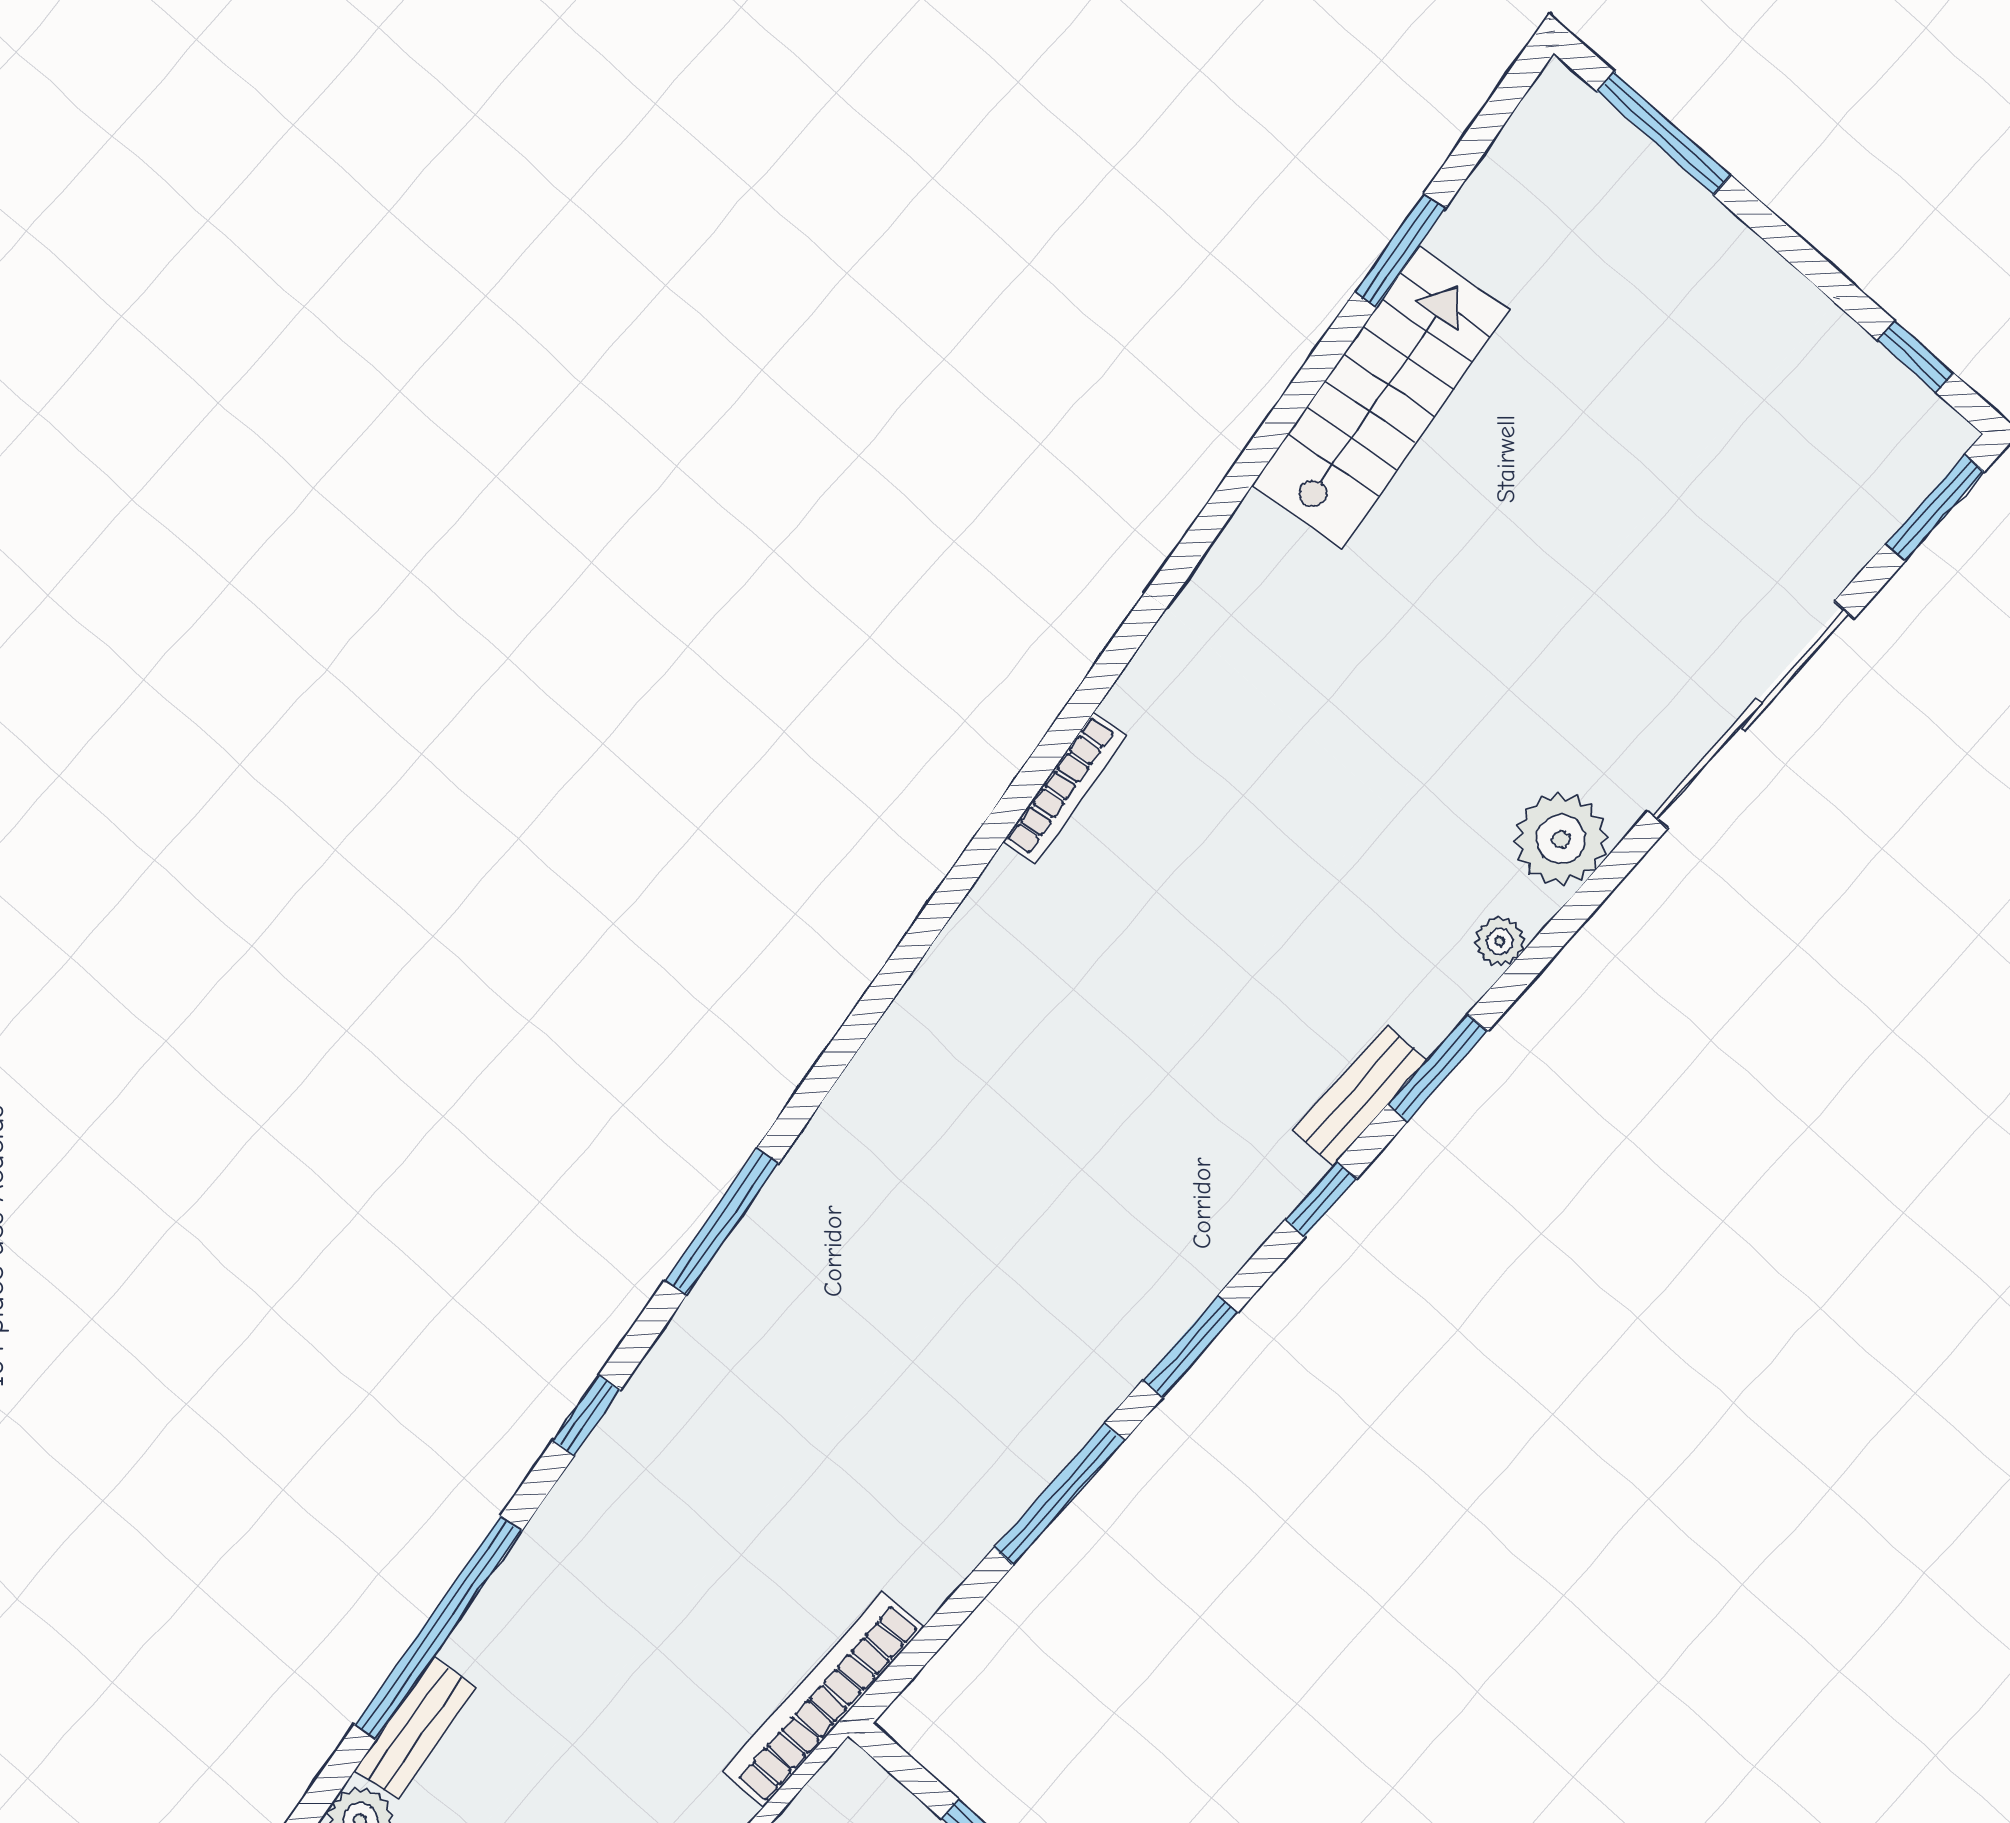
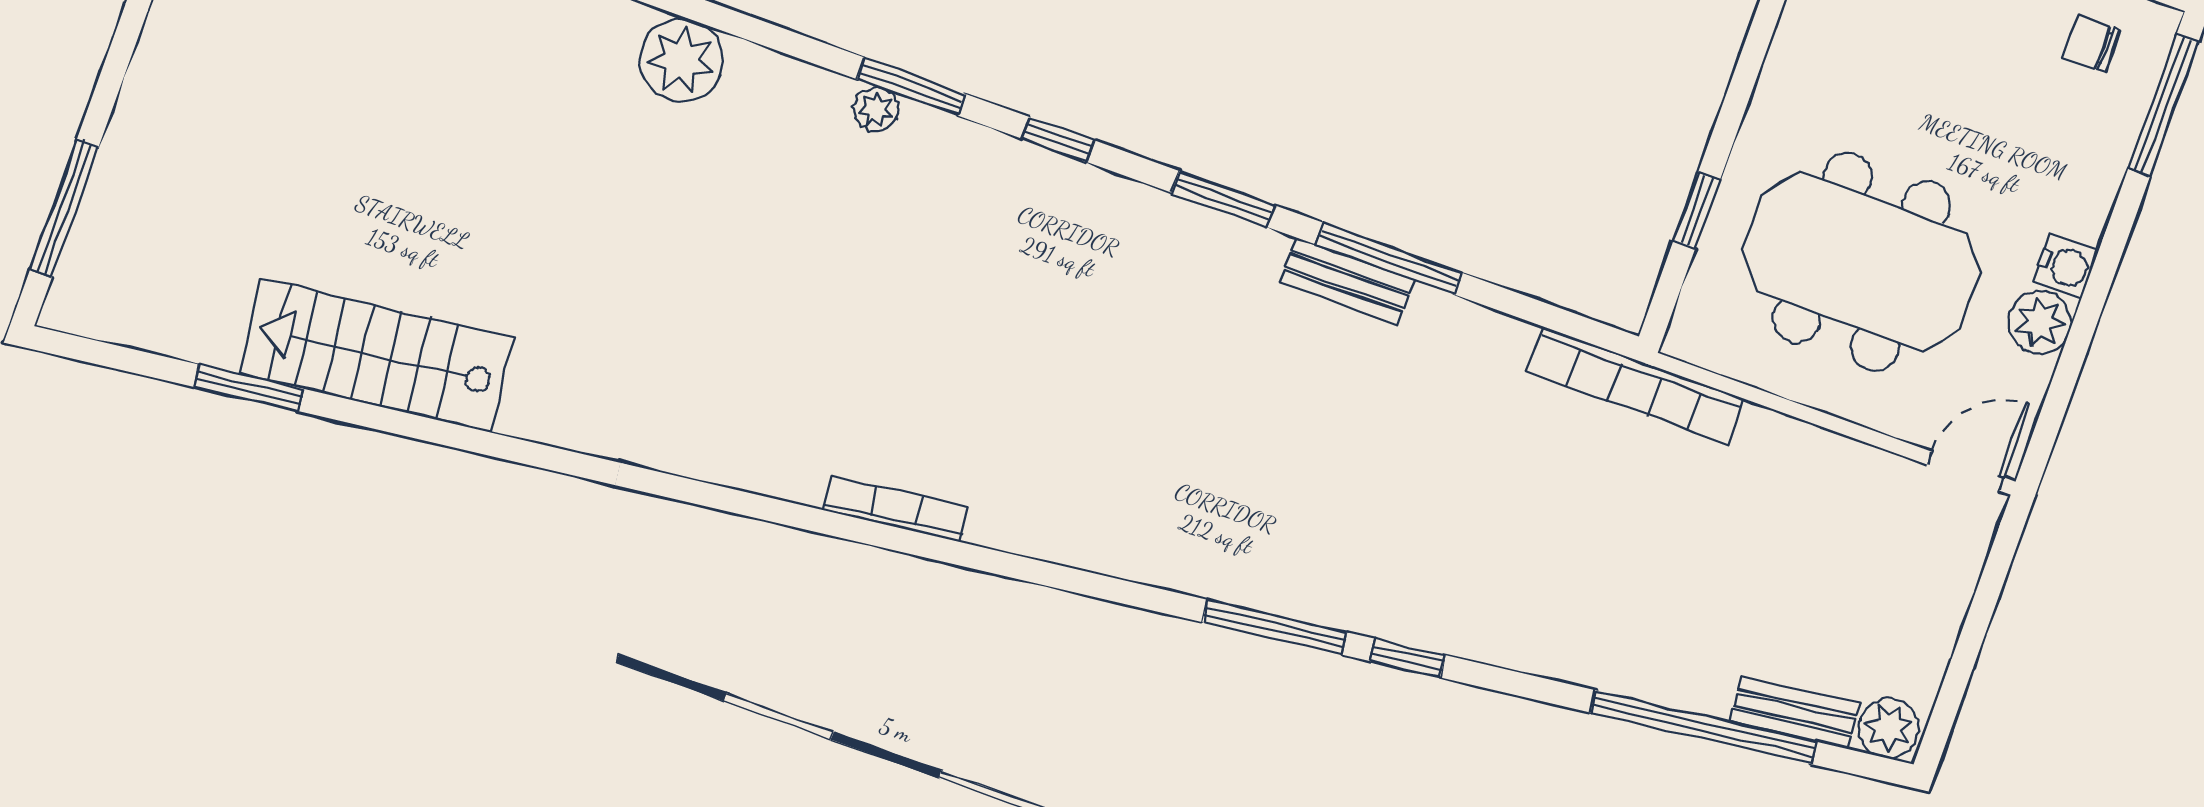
bookcase: (1064, 788) -> (896, 509), moved
plant: (1500, 941) -> (876, 110), moved
bench: (1360, 1095) -> (1347, 281), moved
window: (586, 1415) -> (1408, 658), moved

